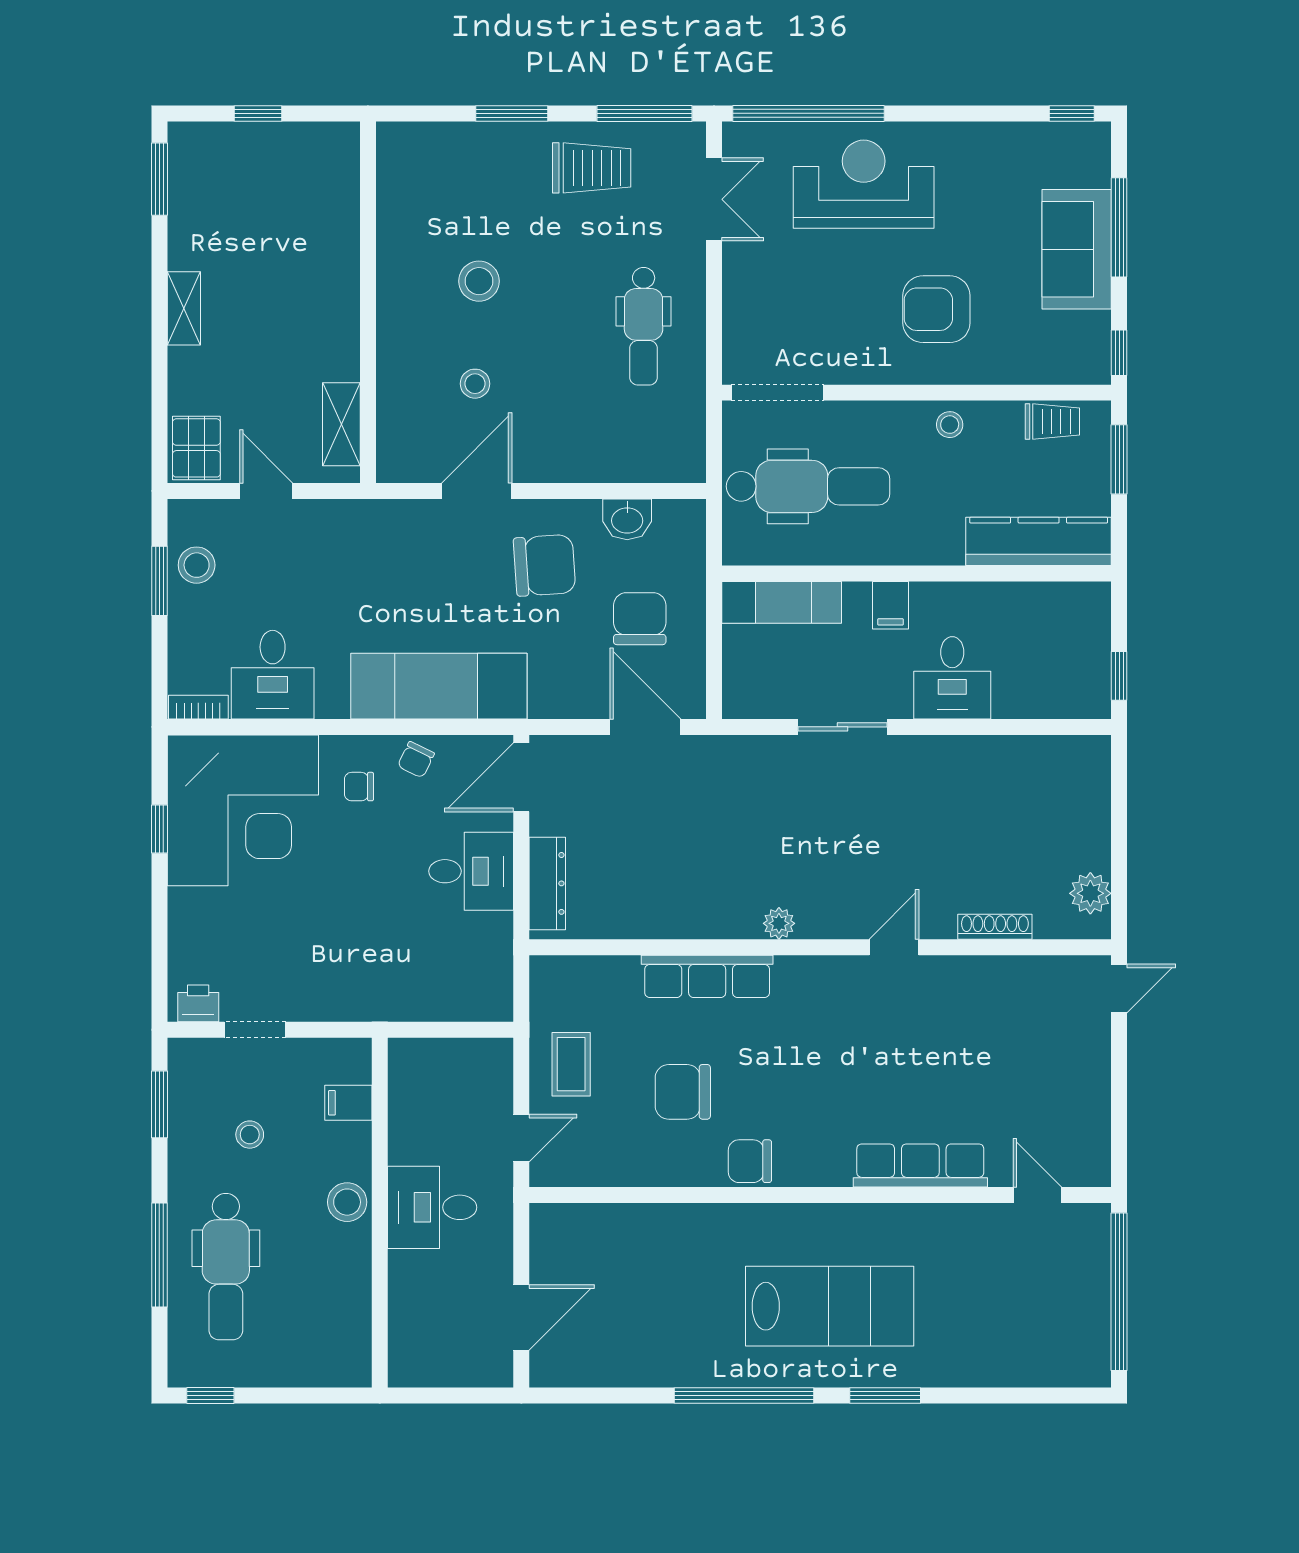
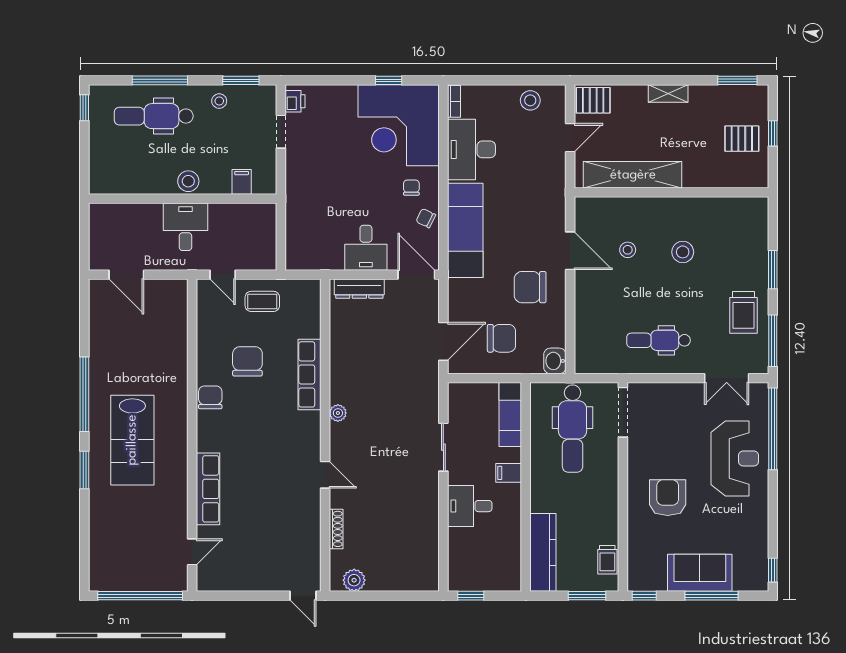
pallet: (268, 171) -> (742, 139), added
shelving: (341, 424) -> (633, 175), width x2.20, depth x1.33
stool: (950, 425) -> (606, 505), removed
washbasin: (627, 519) -> (555, 361), moved
chair: (545, 565) -> (530, 287), turned 94
window: (159, 581) -> (522, 80), removed
desk: (273, 675) -> (471, 149), width x1.37
stool: (250, 1135) -> (219, 101), moved

